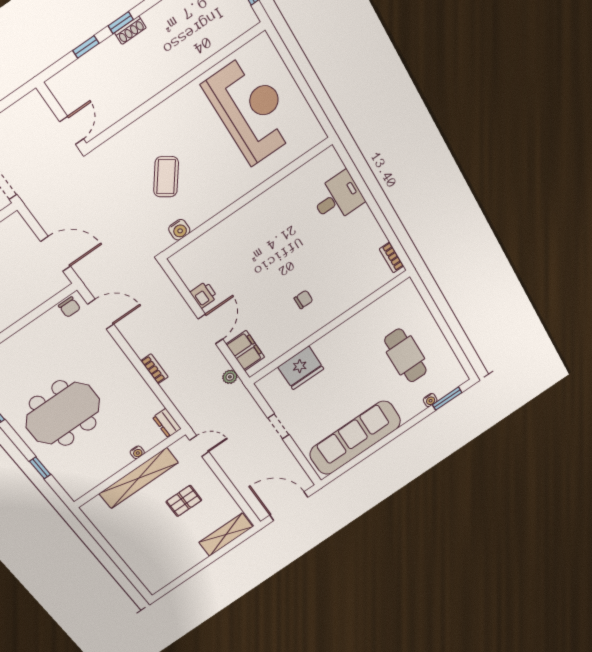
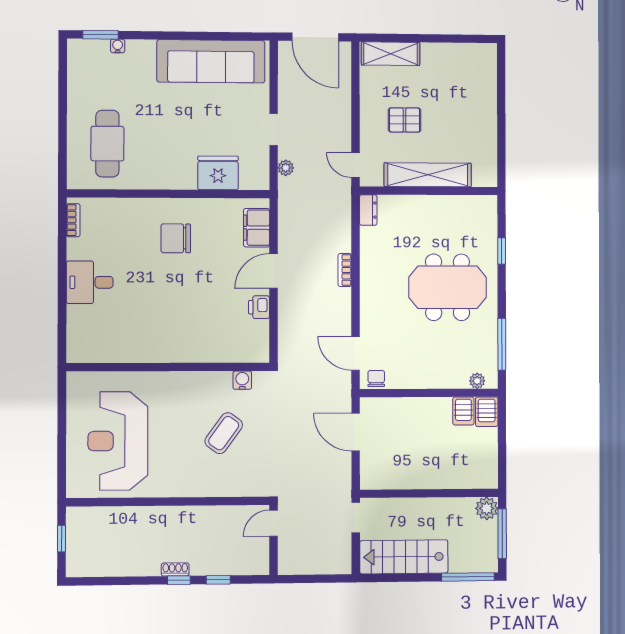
desk: (338, 198) -> (90, 282), moved
chair: (303, 299) -> (176, 238), width x1.87, depth x1.87
cafe table: (406, 355) -> (107, 144), moved
plant: (230, 377) -> (286, 168), moved
water cooler: (137, 452) -> (412, 201), removed

